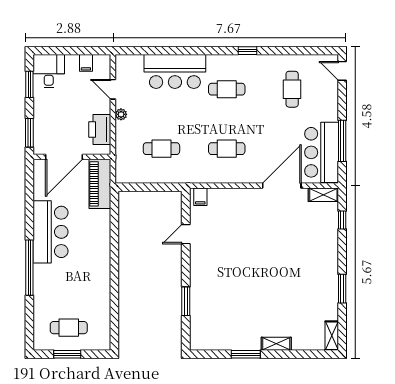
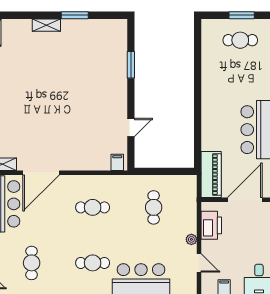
cafe table: (161, 149) -> (154, 207), turned 90

